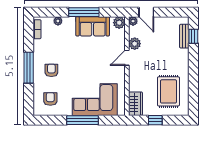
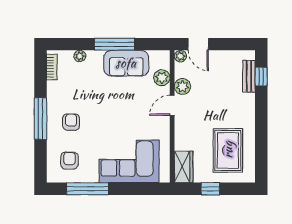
plant: (119, 23) -> (162, 78), moved
window: (82, 120) -> (88, 189), moved

